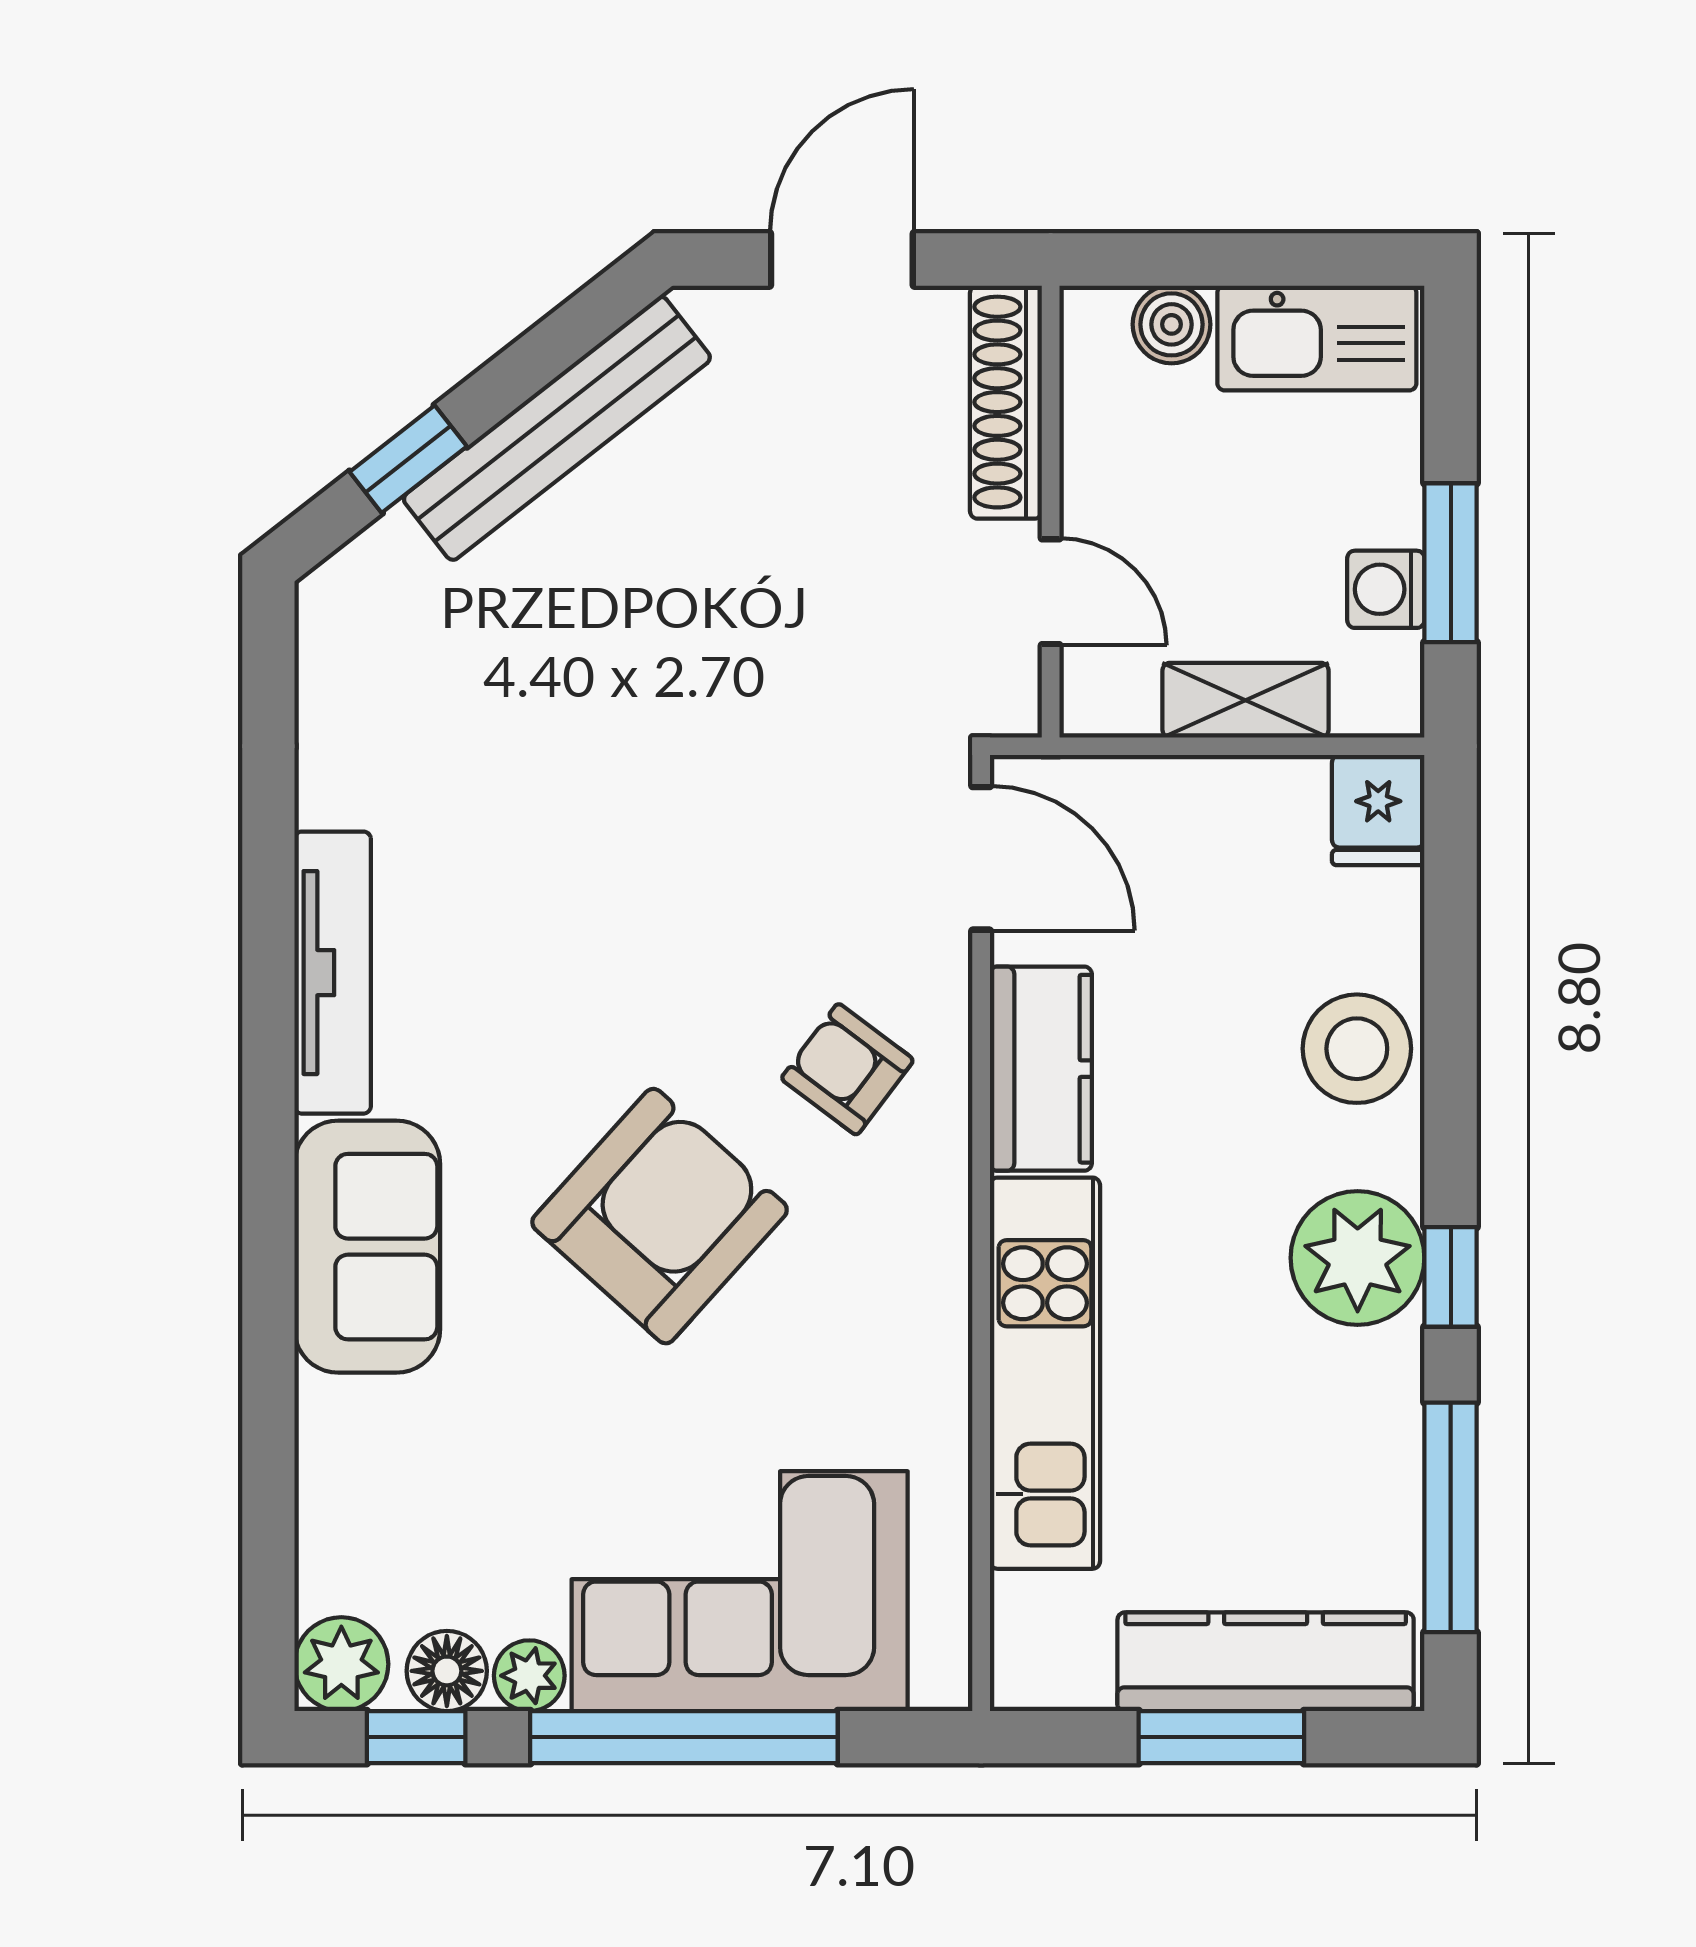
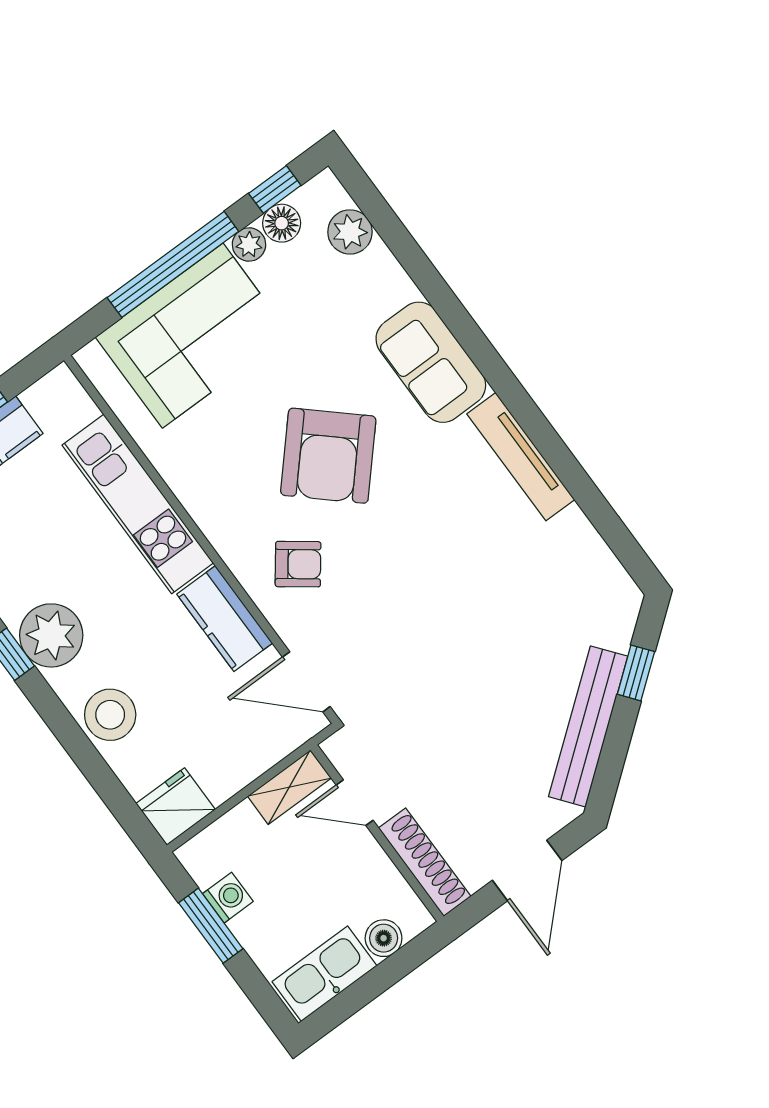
shelving: (1245, 700) -> (289, 787), moved
fridge: (1378, 810) -> (176, 806), width x1.38
plant: (341, 1664) -> (350, 232), moved

